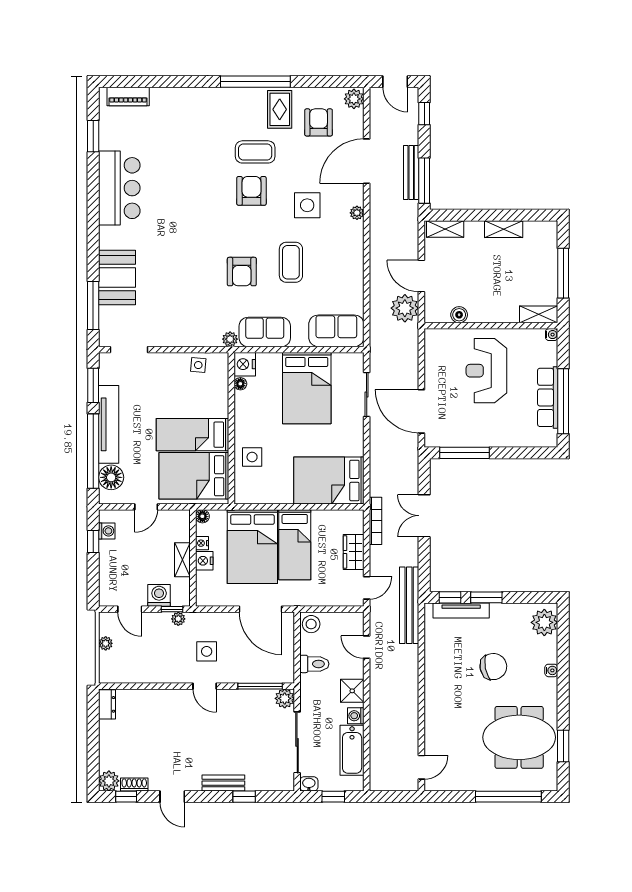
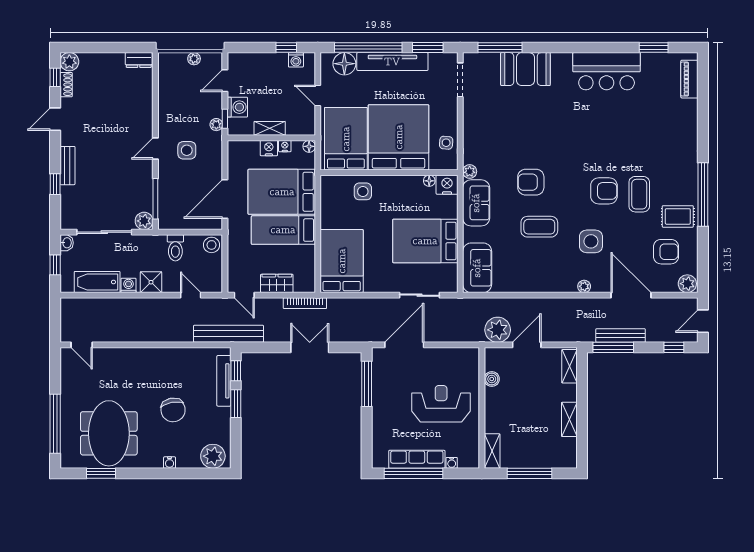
water cooler: (552, 335) -> (452, 463), moved
bed: (192, 435) -> (399, 137), width x2.04
door: (367, 647) -> (191, 295), hinge flipped

